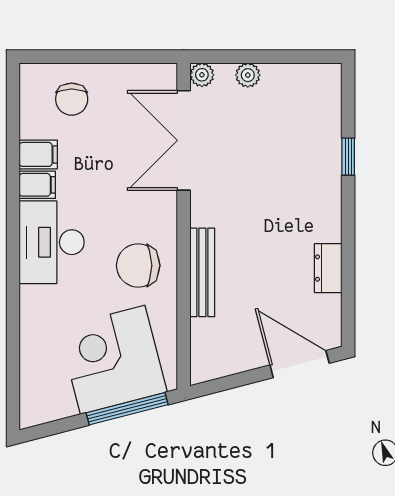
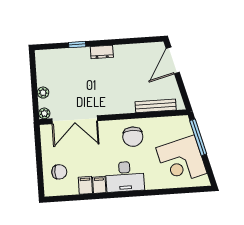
dresser: (328, 268) -> (102, 52), moved
bench: (202, 272) -> (156, 106), moved
corner desk: (113, 360) -> (181, 161), moved

